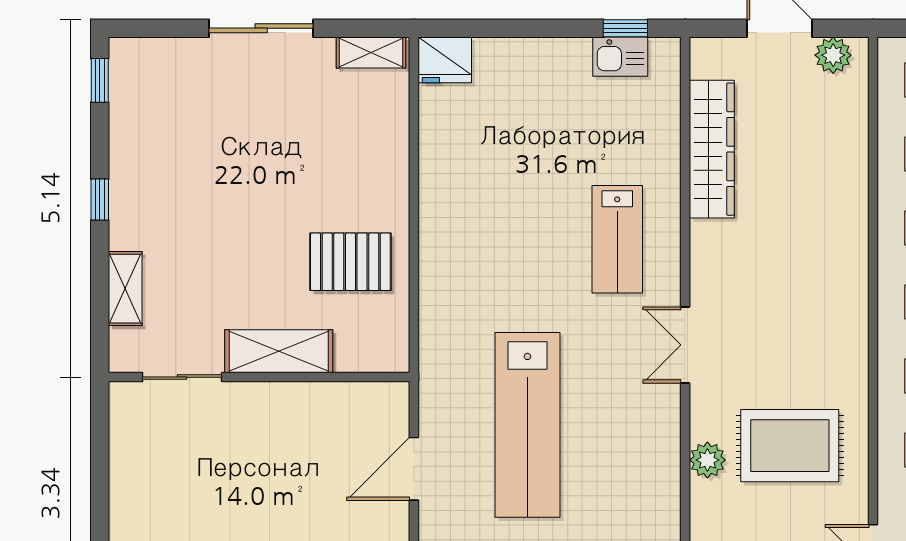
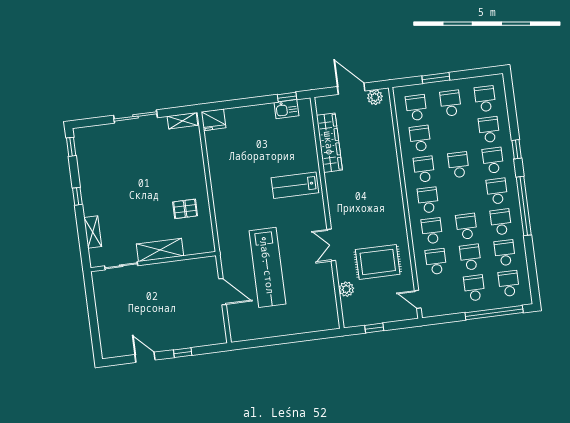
lab bench: (617, 239) -> (295, 185), turned 90
pallet: (350, 262) -> (185, 209), width x0.67, depth x0.71
double door: (685, 345) -> (331, 245), moved
plant: (707, 460) -> (346, 289), moved
door: (414, 469) -> (222, 292), swing flipped

